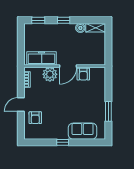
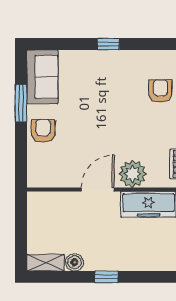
window: (38, 20) -> (155, 277), removed
armchair: (83, 74) -> (43, 131), moved
sofa: (83, 131) -> (42, 77), moved, turned -90

